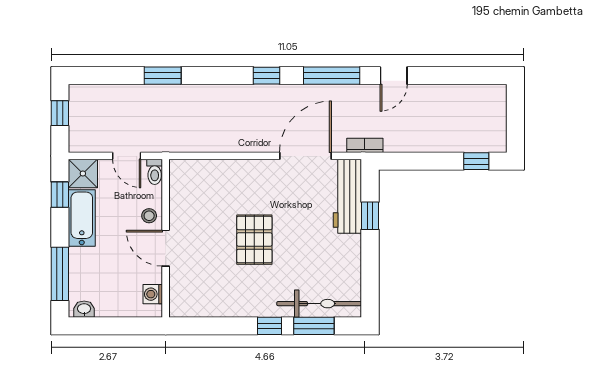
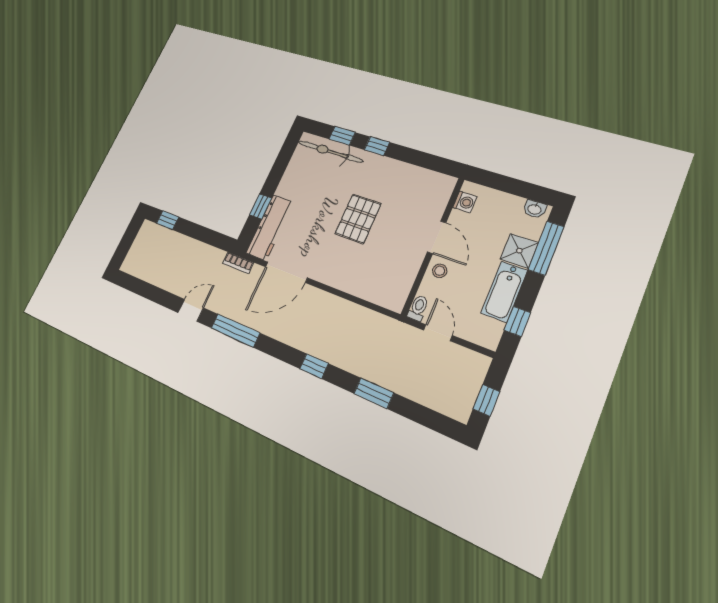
window: (266, 76) -> (314, 366), moved
shower: (83, 173) -> (519, 251), moved
window: (314, 326) -> (342, 136), width x0.67

